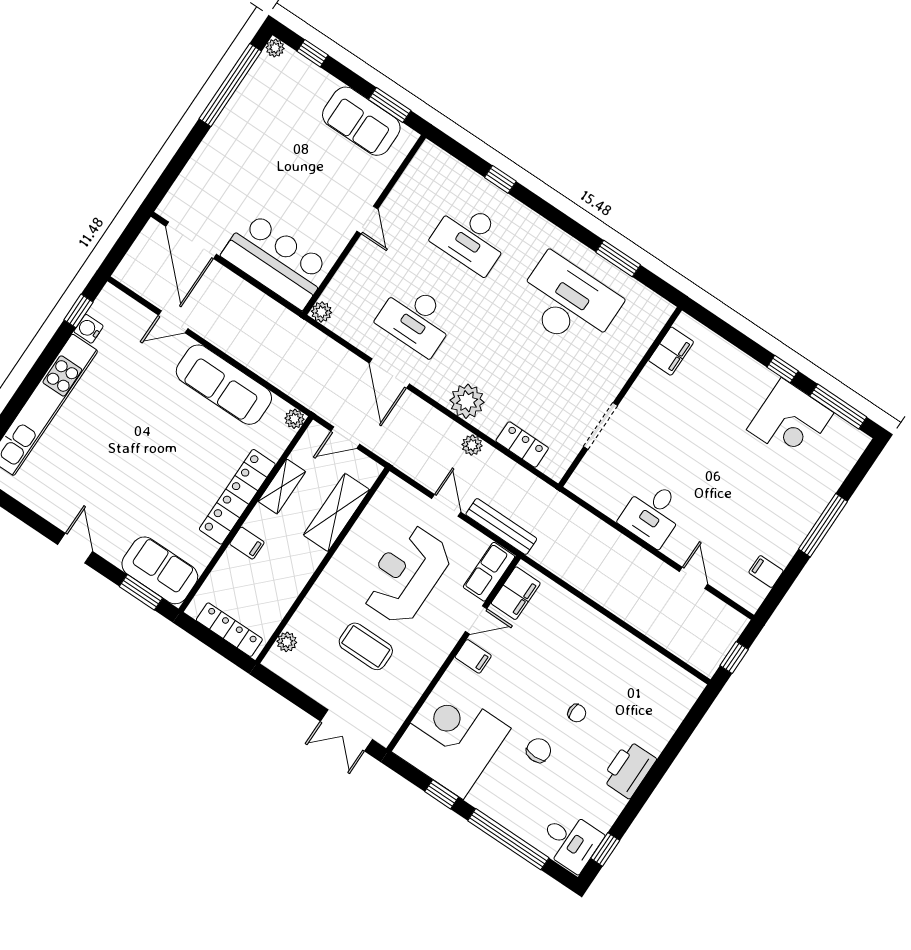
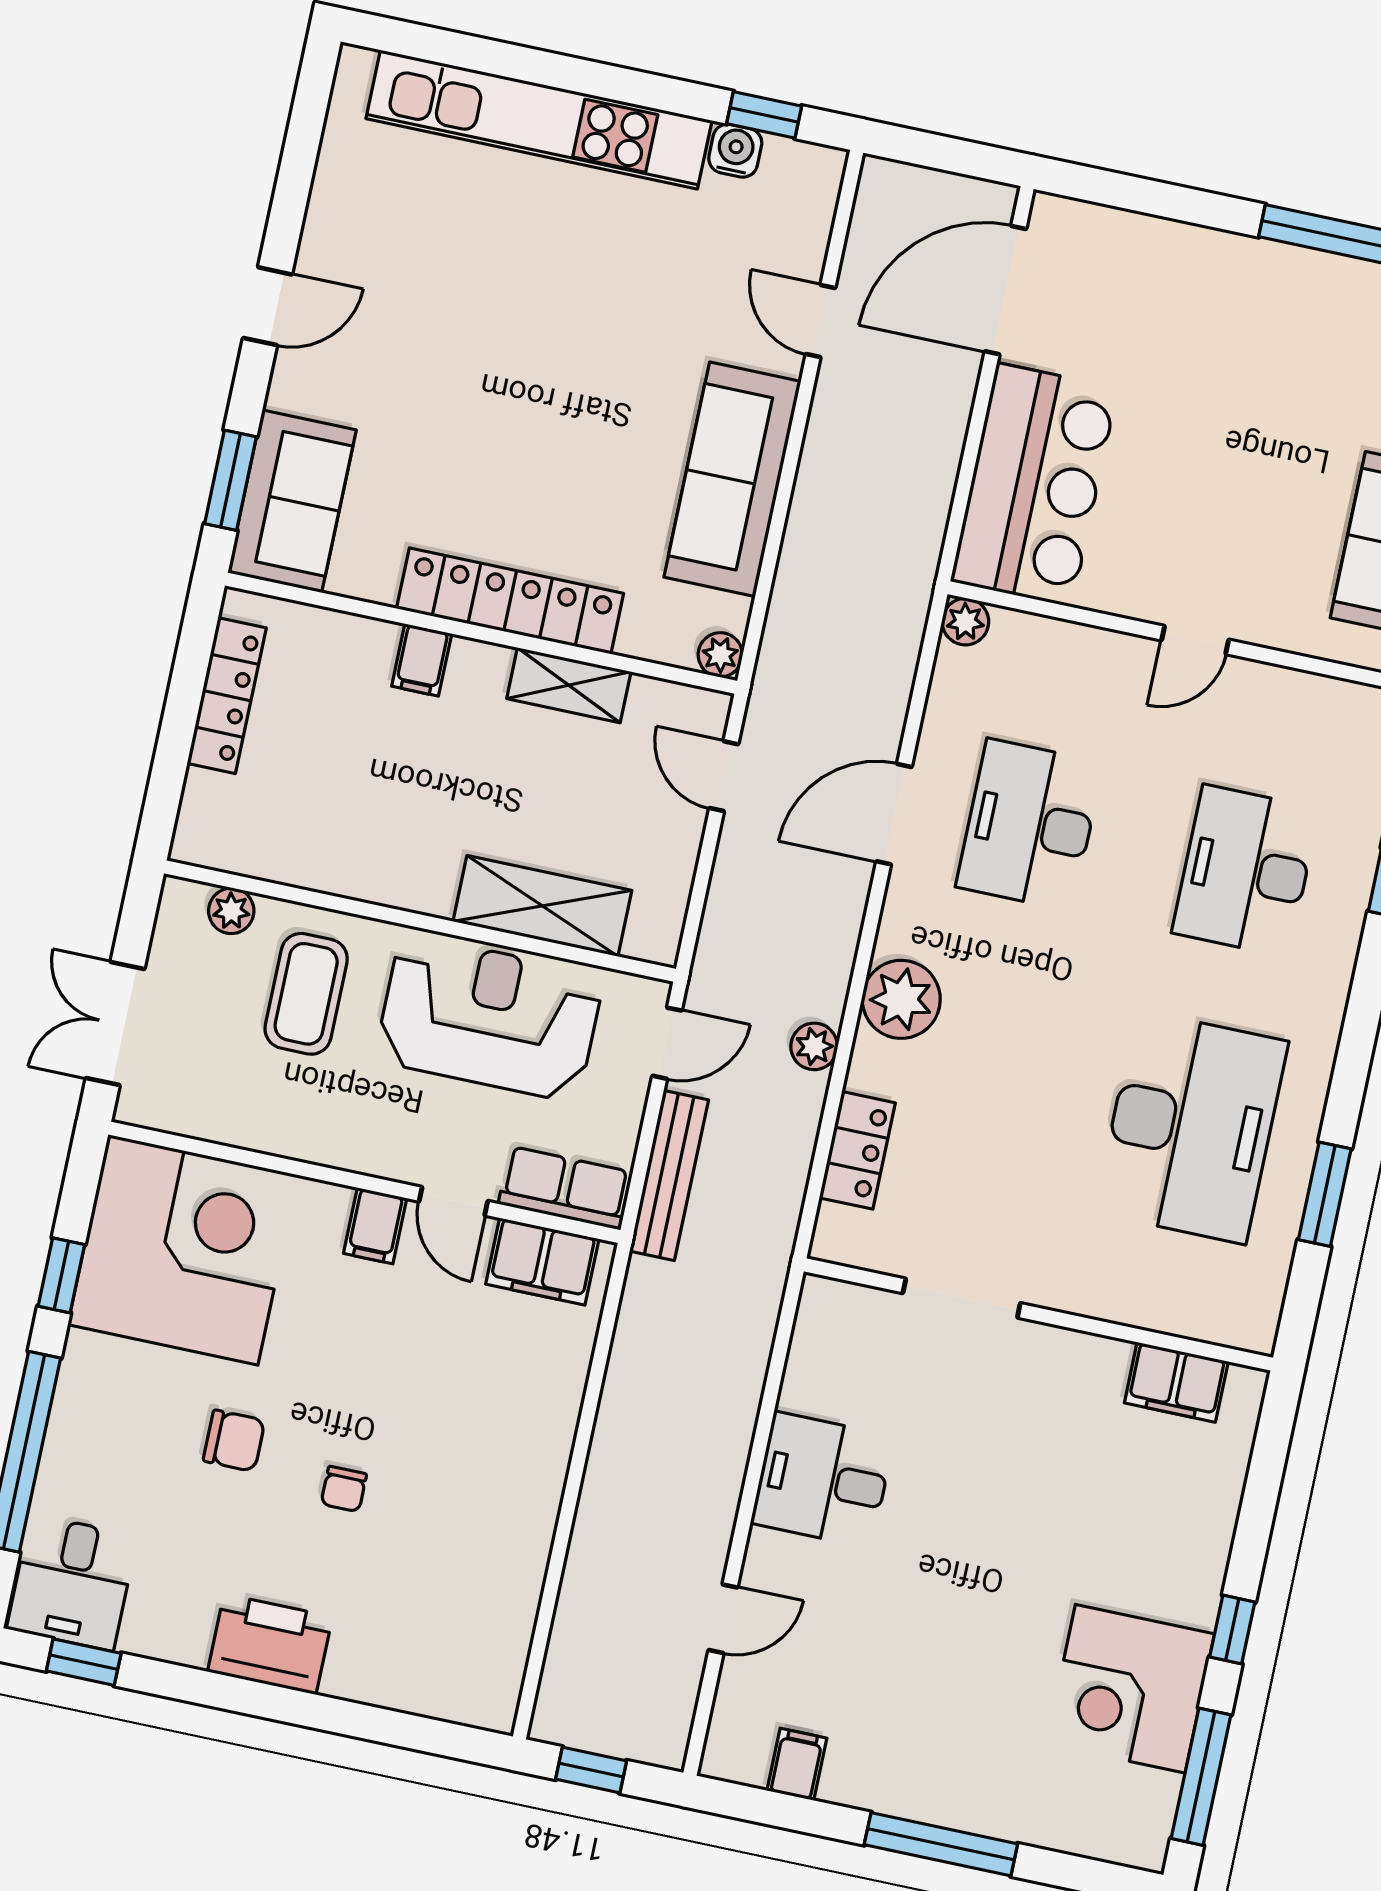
shelving: (336, 512) -> (542, 906), moved
wall: (322, 566) -> (420, 921), moved
plant: (287, 642) -> (231, 911), moved

